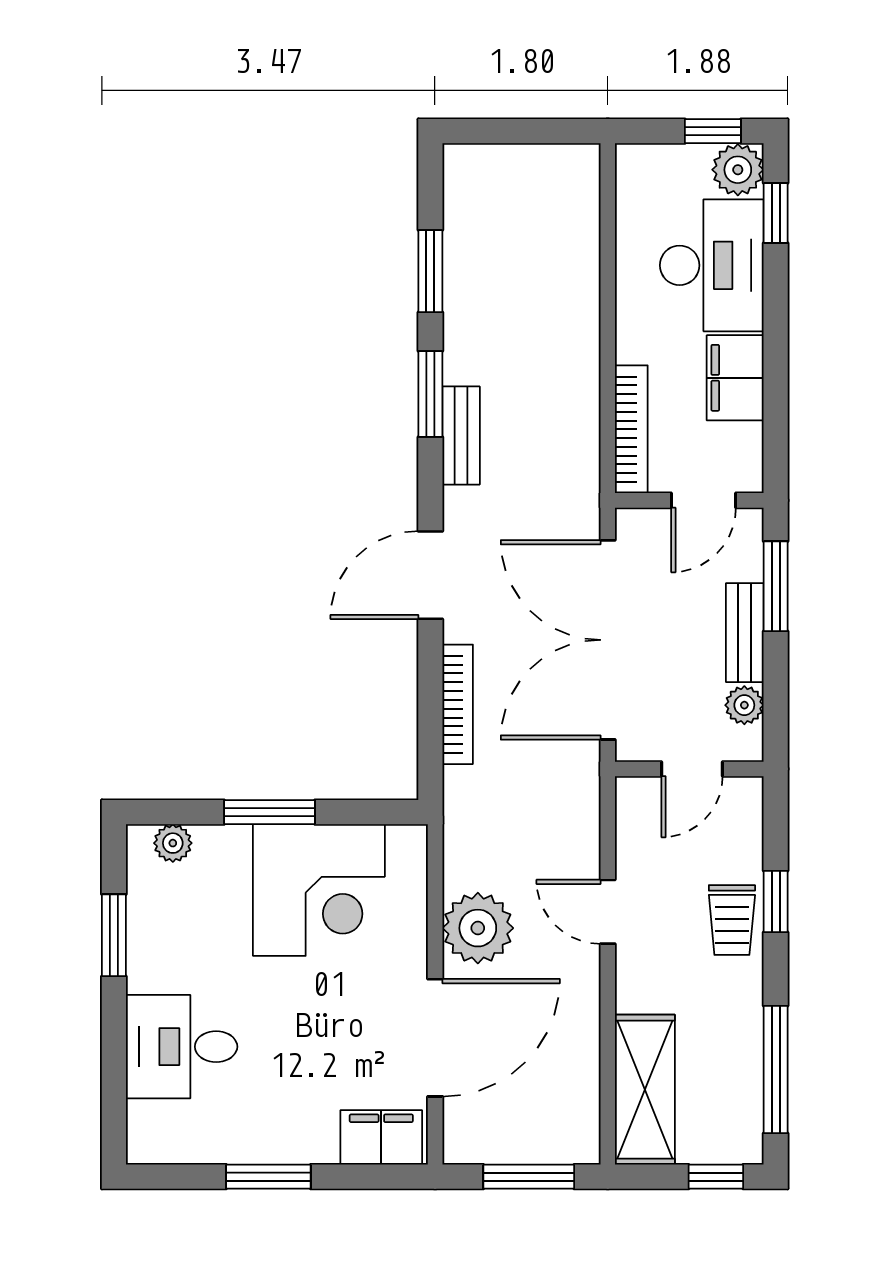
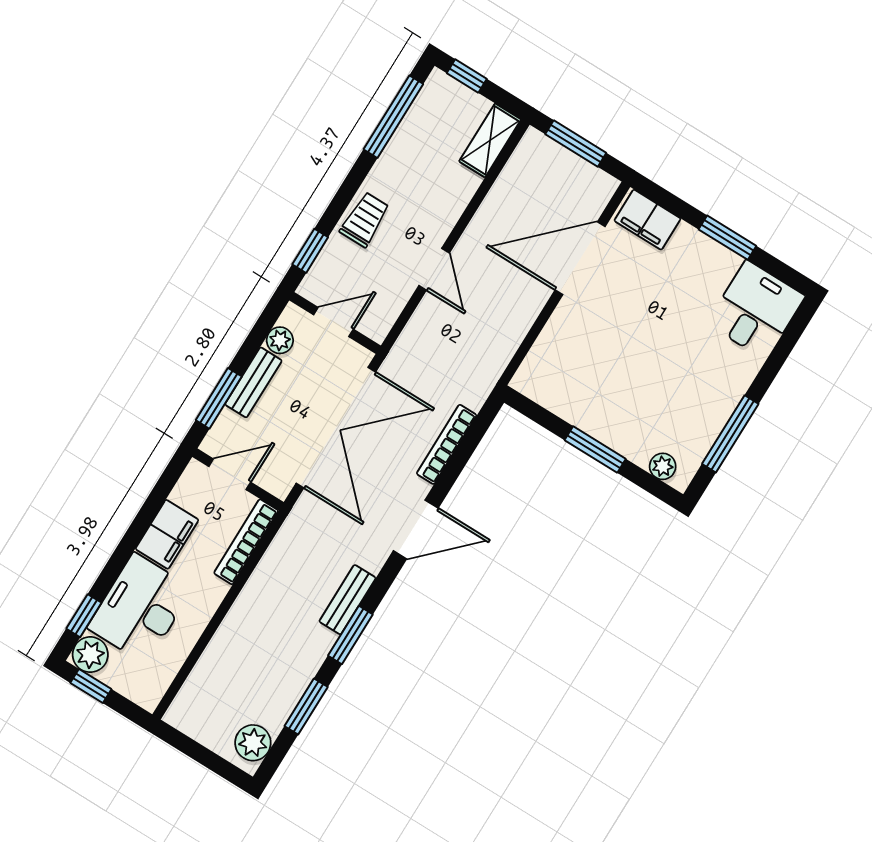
corner desk: (319, 890) -> (594, 386), removed
window: (776, 901) -> (310, 251), moved
plant: (478, 928) -> (253, 743), moved, width x0.73, depth x0.73
window: (114, 935) -> (730, 434), width x1.44
desk: (182, 1047) -> (756, 310), moved, turned -90
shelving: (645, 1090) -> (490, 140), width x0.67, depth x0.75

